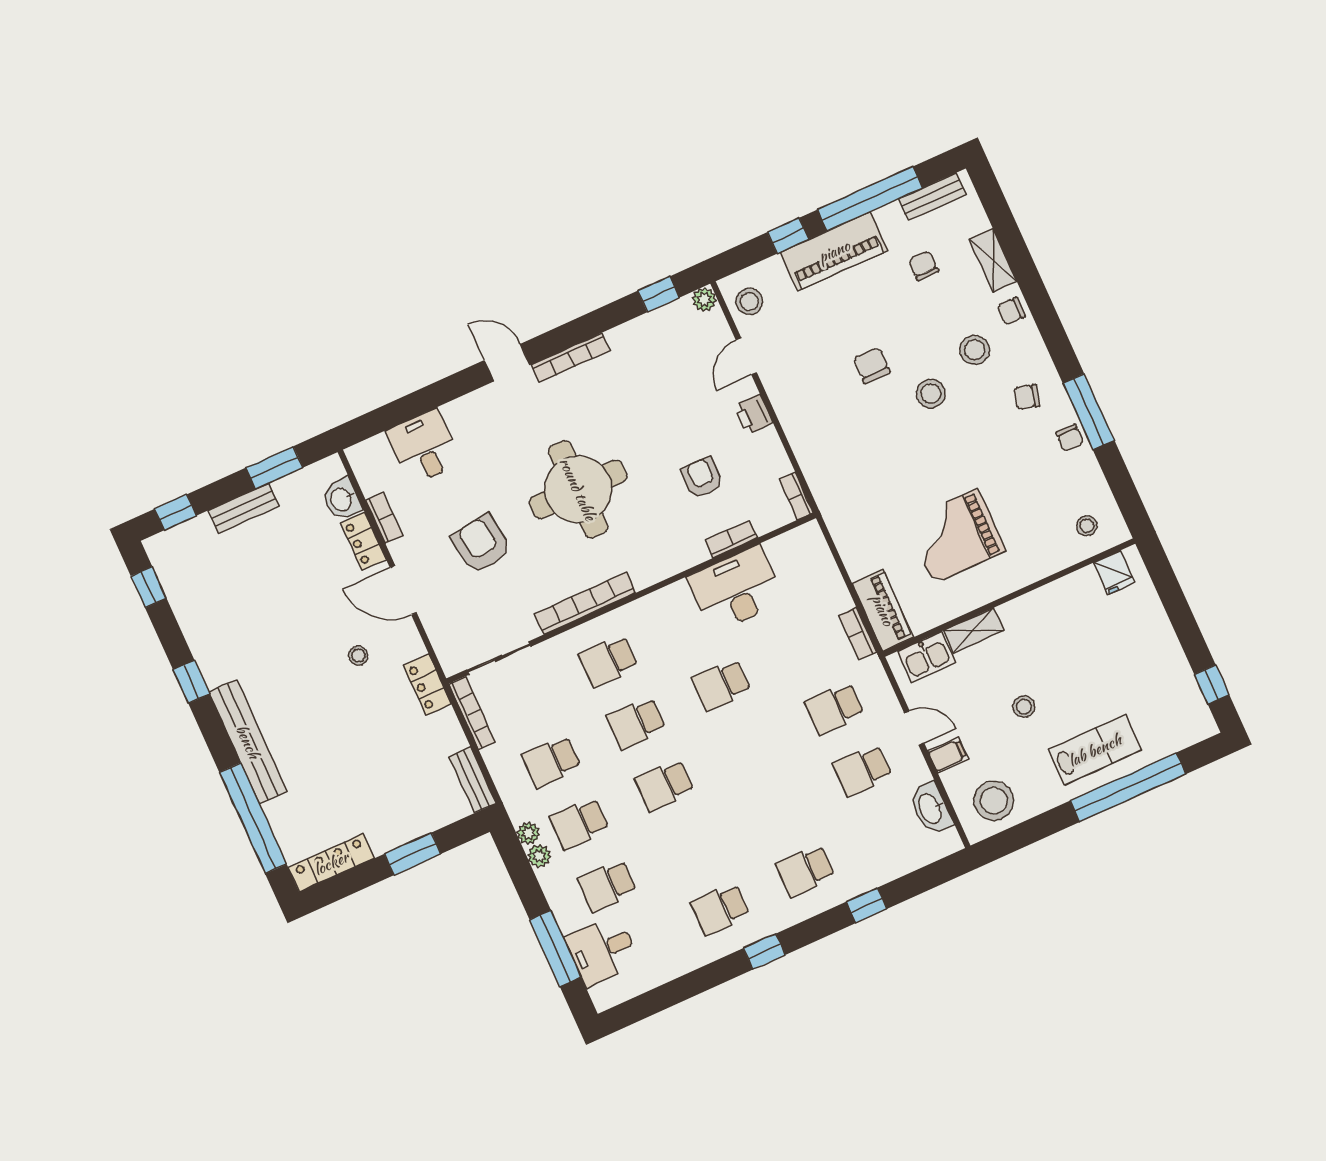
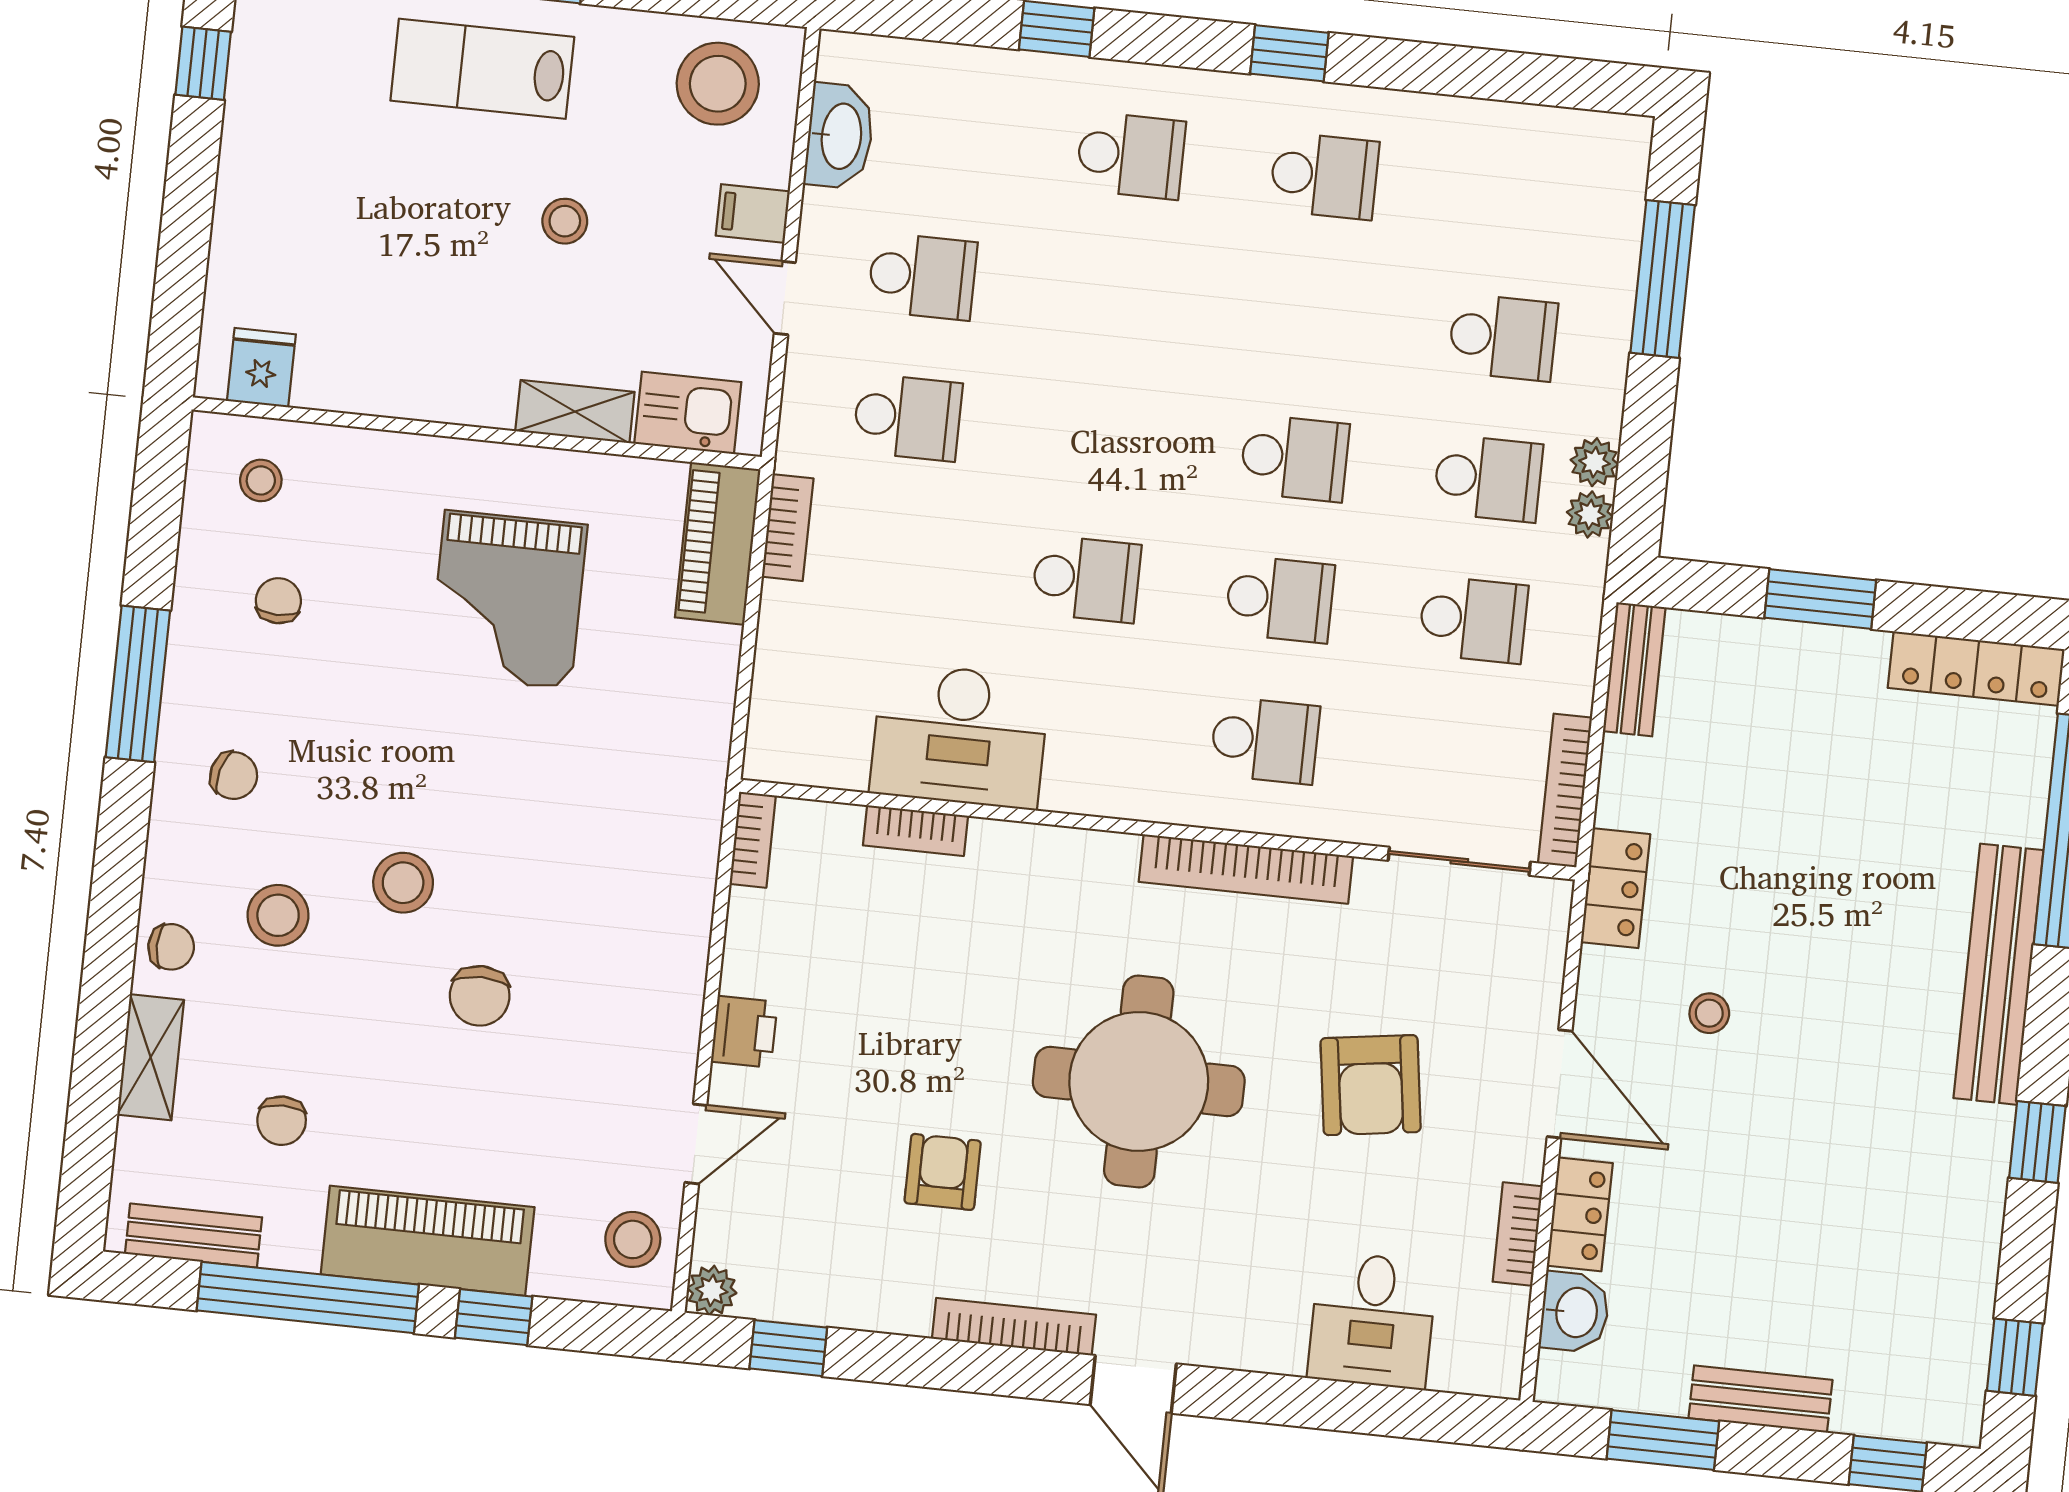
chair: (1070, 438) -> (278, 601), moved
armchair: (702, 478) -> (943, 1172), moved, turned 180
grand piano: (956, 536) -> (508, 600), turned 90
desk: (602, 950) -> (1580, 226), removed

